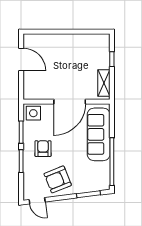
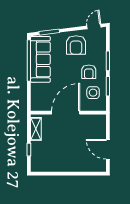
side table: (33, 113) -> (93, 93), moved
sofa: (99, 134) -> (40, 59), moved
armchair: (58, 179) -> (76, 45), turned 112
door: (37, 201) -> (94, 26), hinge flipped

